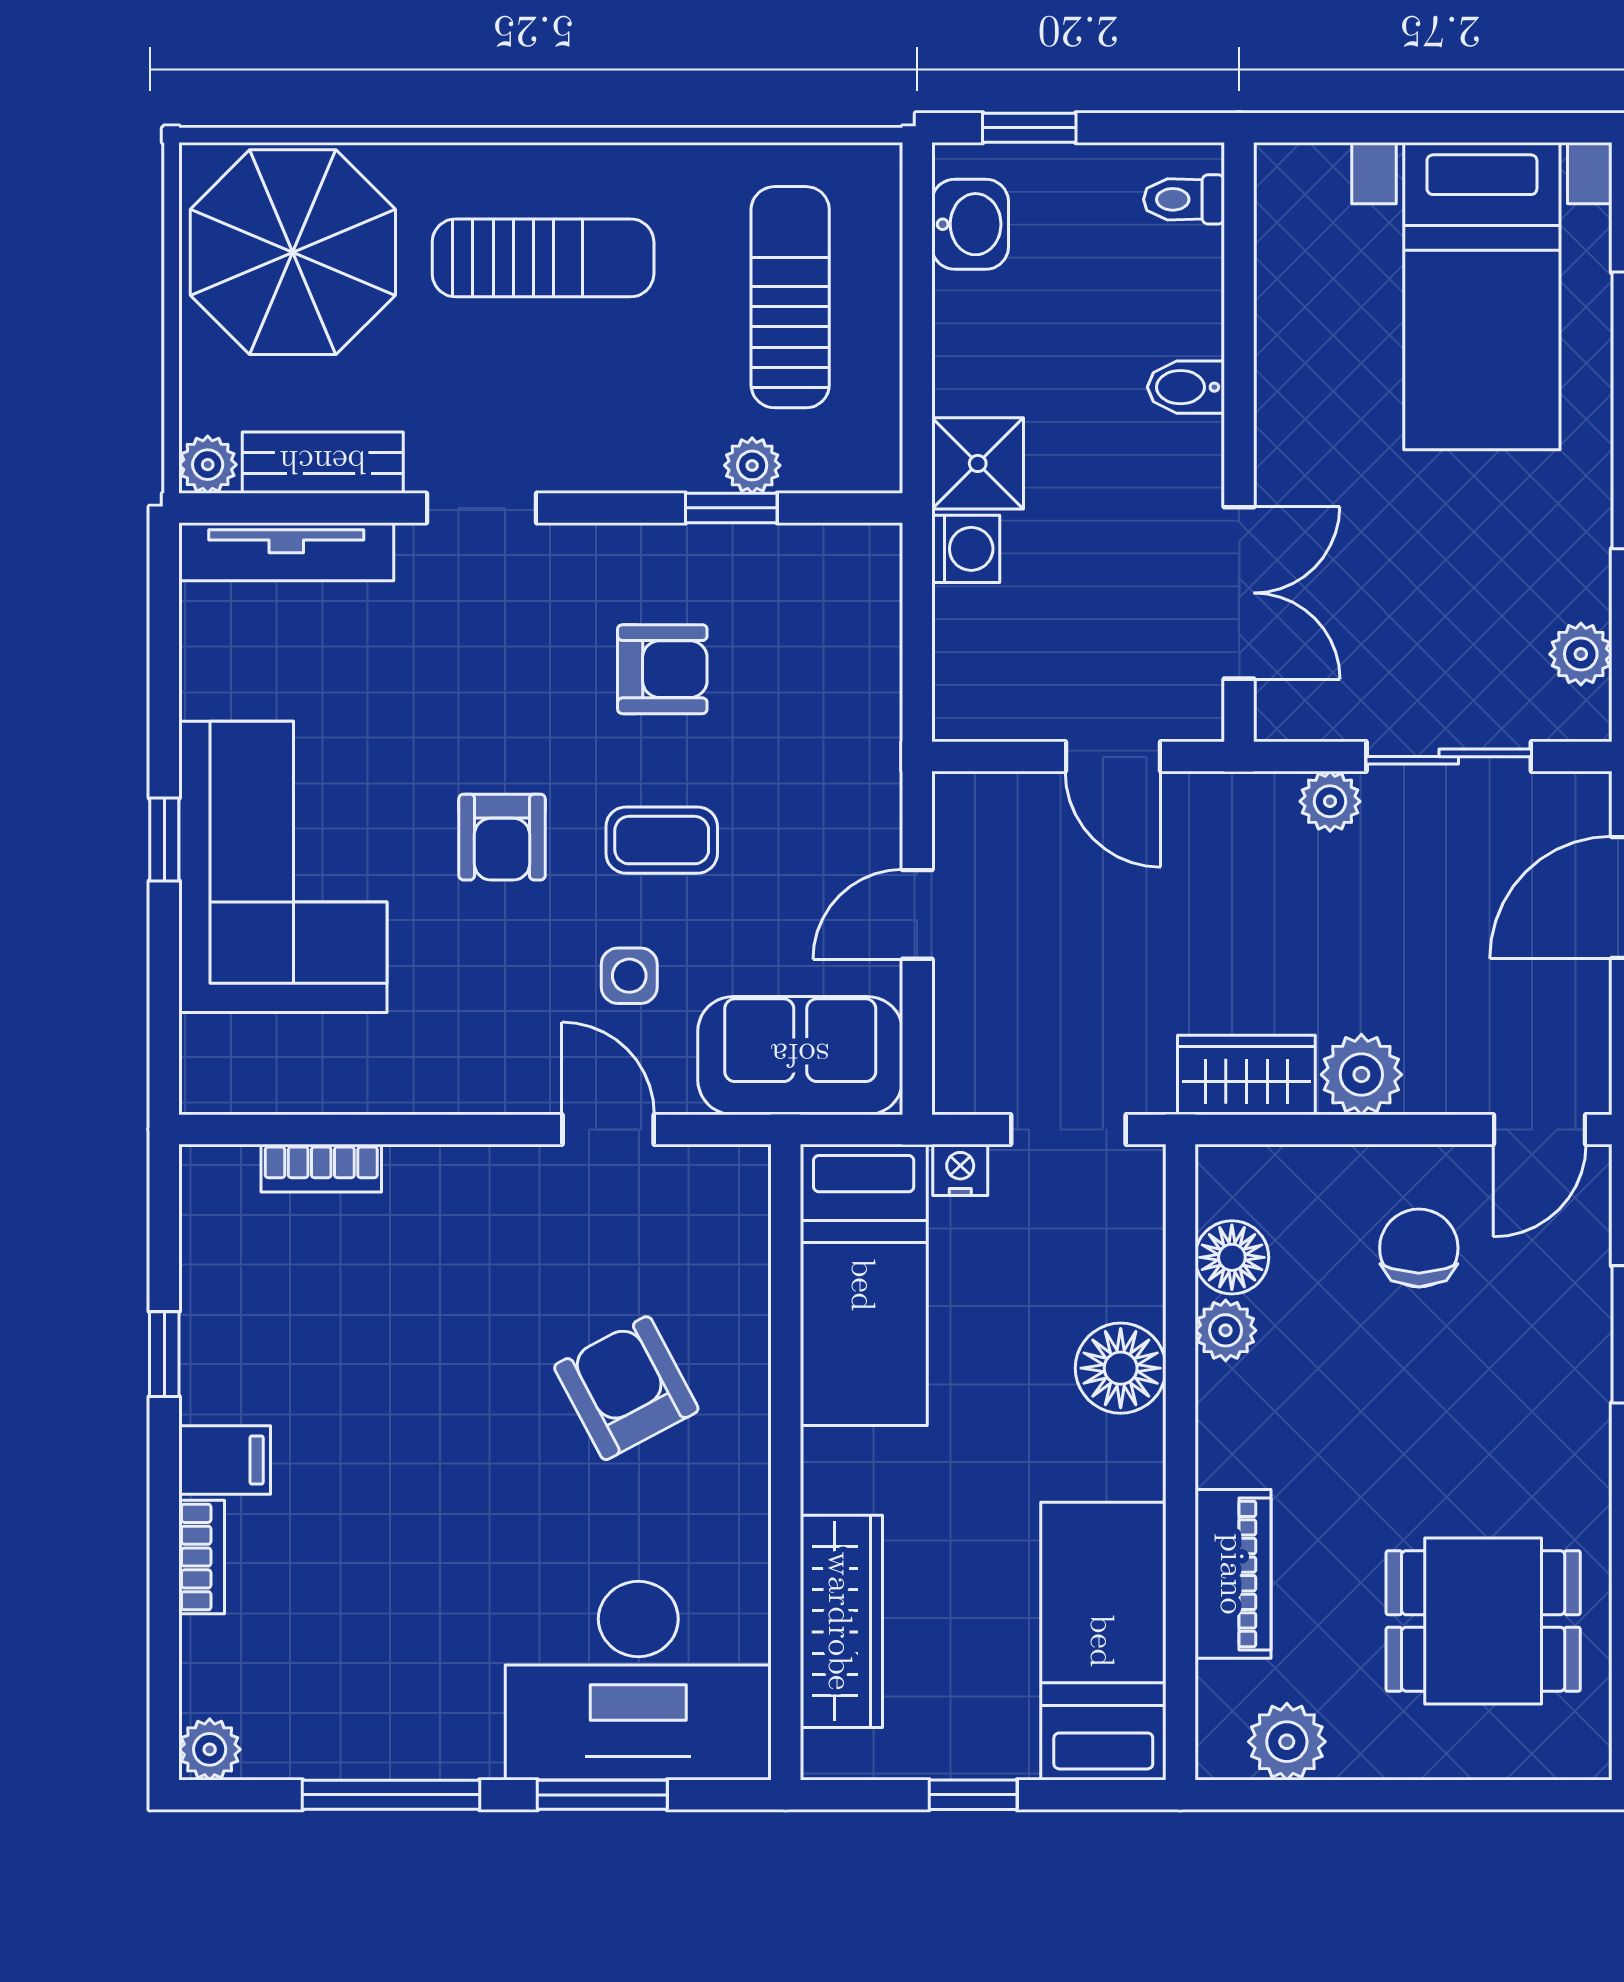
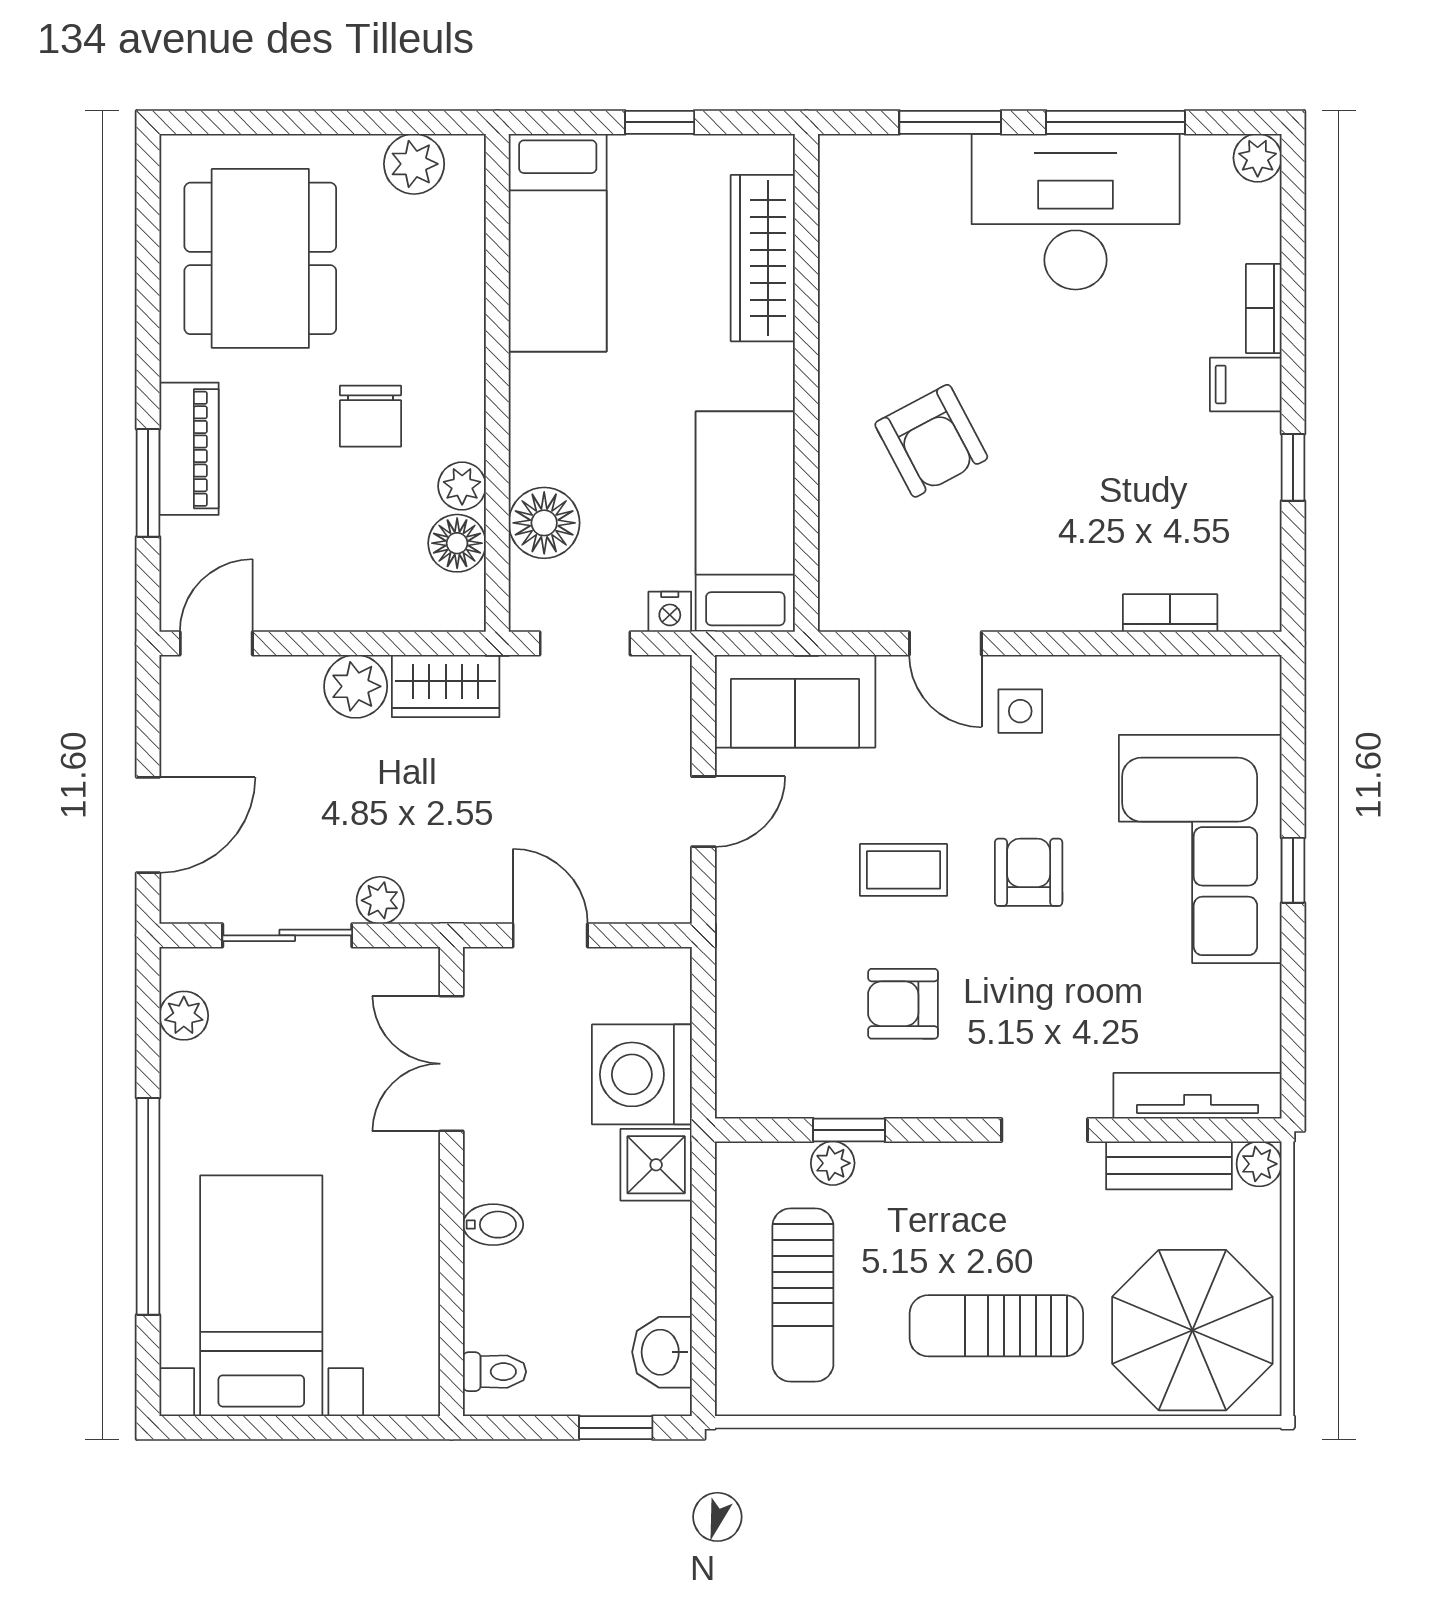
washing machine: (966, 549) -> (642, 1074), width x1.89, depth x1.89
side table: (629, 976) -> (1020, 711), moved
chair: (1419, 1248) -> (371, 416), moved
floor lamp: (1121, 1368) -> (544, 523), moved
piano: (1233, 1574) -> (189, 449), moved, turned 180
dining table: (1483, 1621) -> (260, 258), width x1.38
desk: (638, 1681) -> (1076, 212), moved

